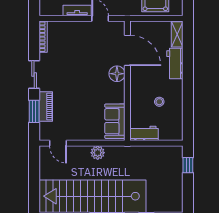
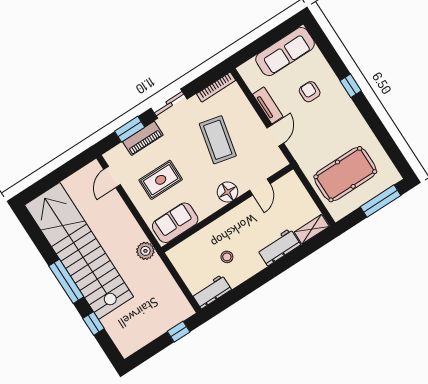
door: (127, 50) -> (260, 187), width x0.53
coffee table: (79, 58) -> (218, 140), added
rug: (81, 112) -> (161, 180), added
workbench: (144, 133) -> (212, 292), moved, turned -90
plant: (98, 153) -> (145, 251), moved

